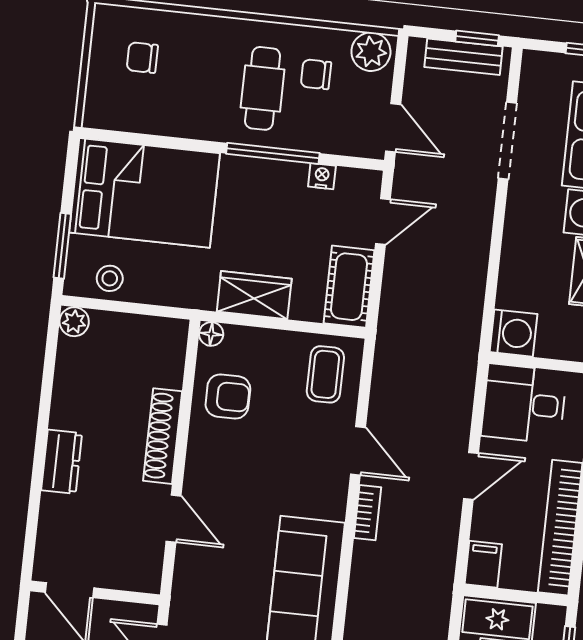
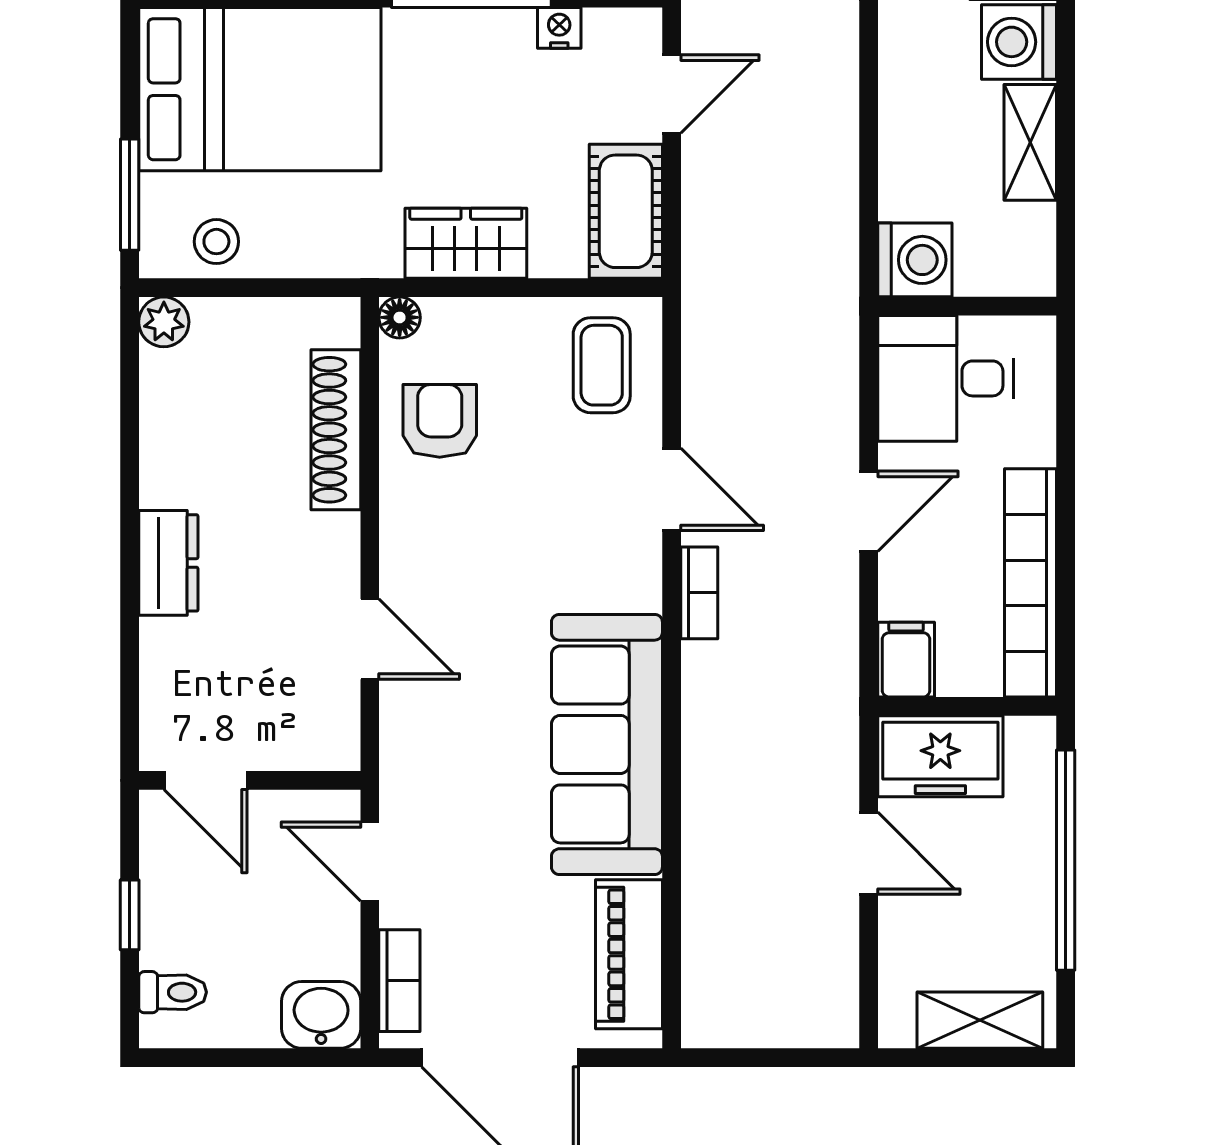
armchair: (228, 396) -> (440, 421), turned -90
shoe rack: (163, 436) -> (336, 430), moved

